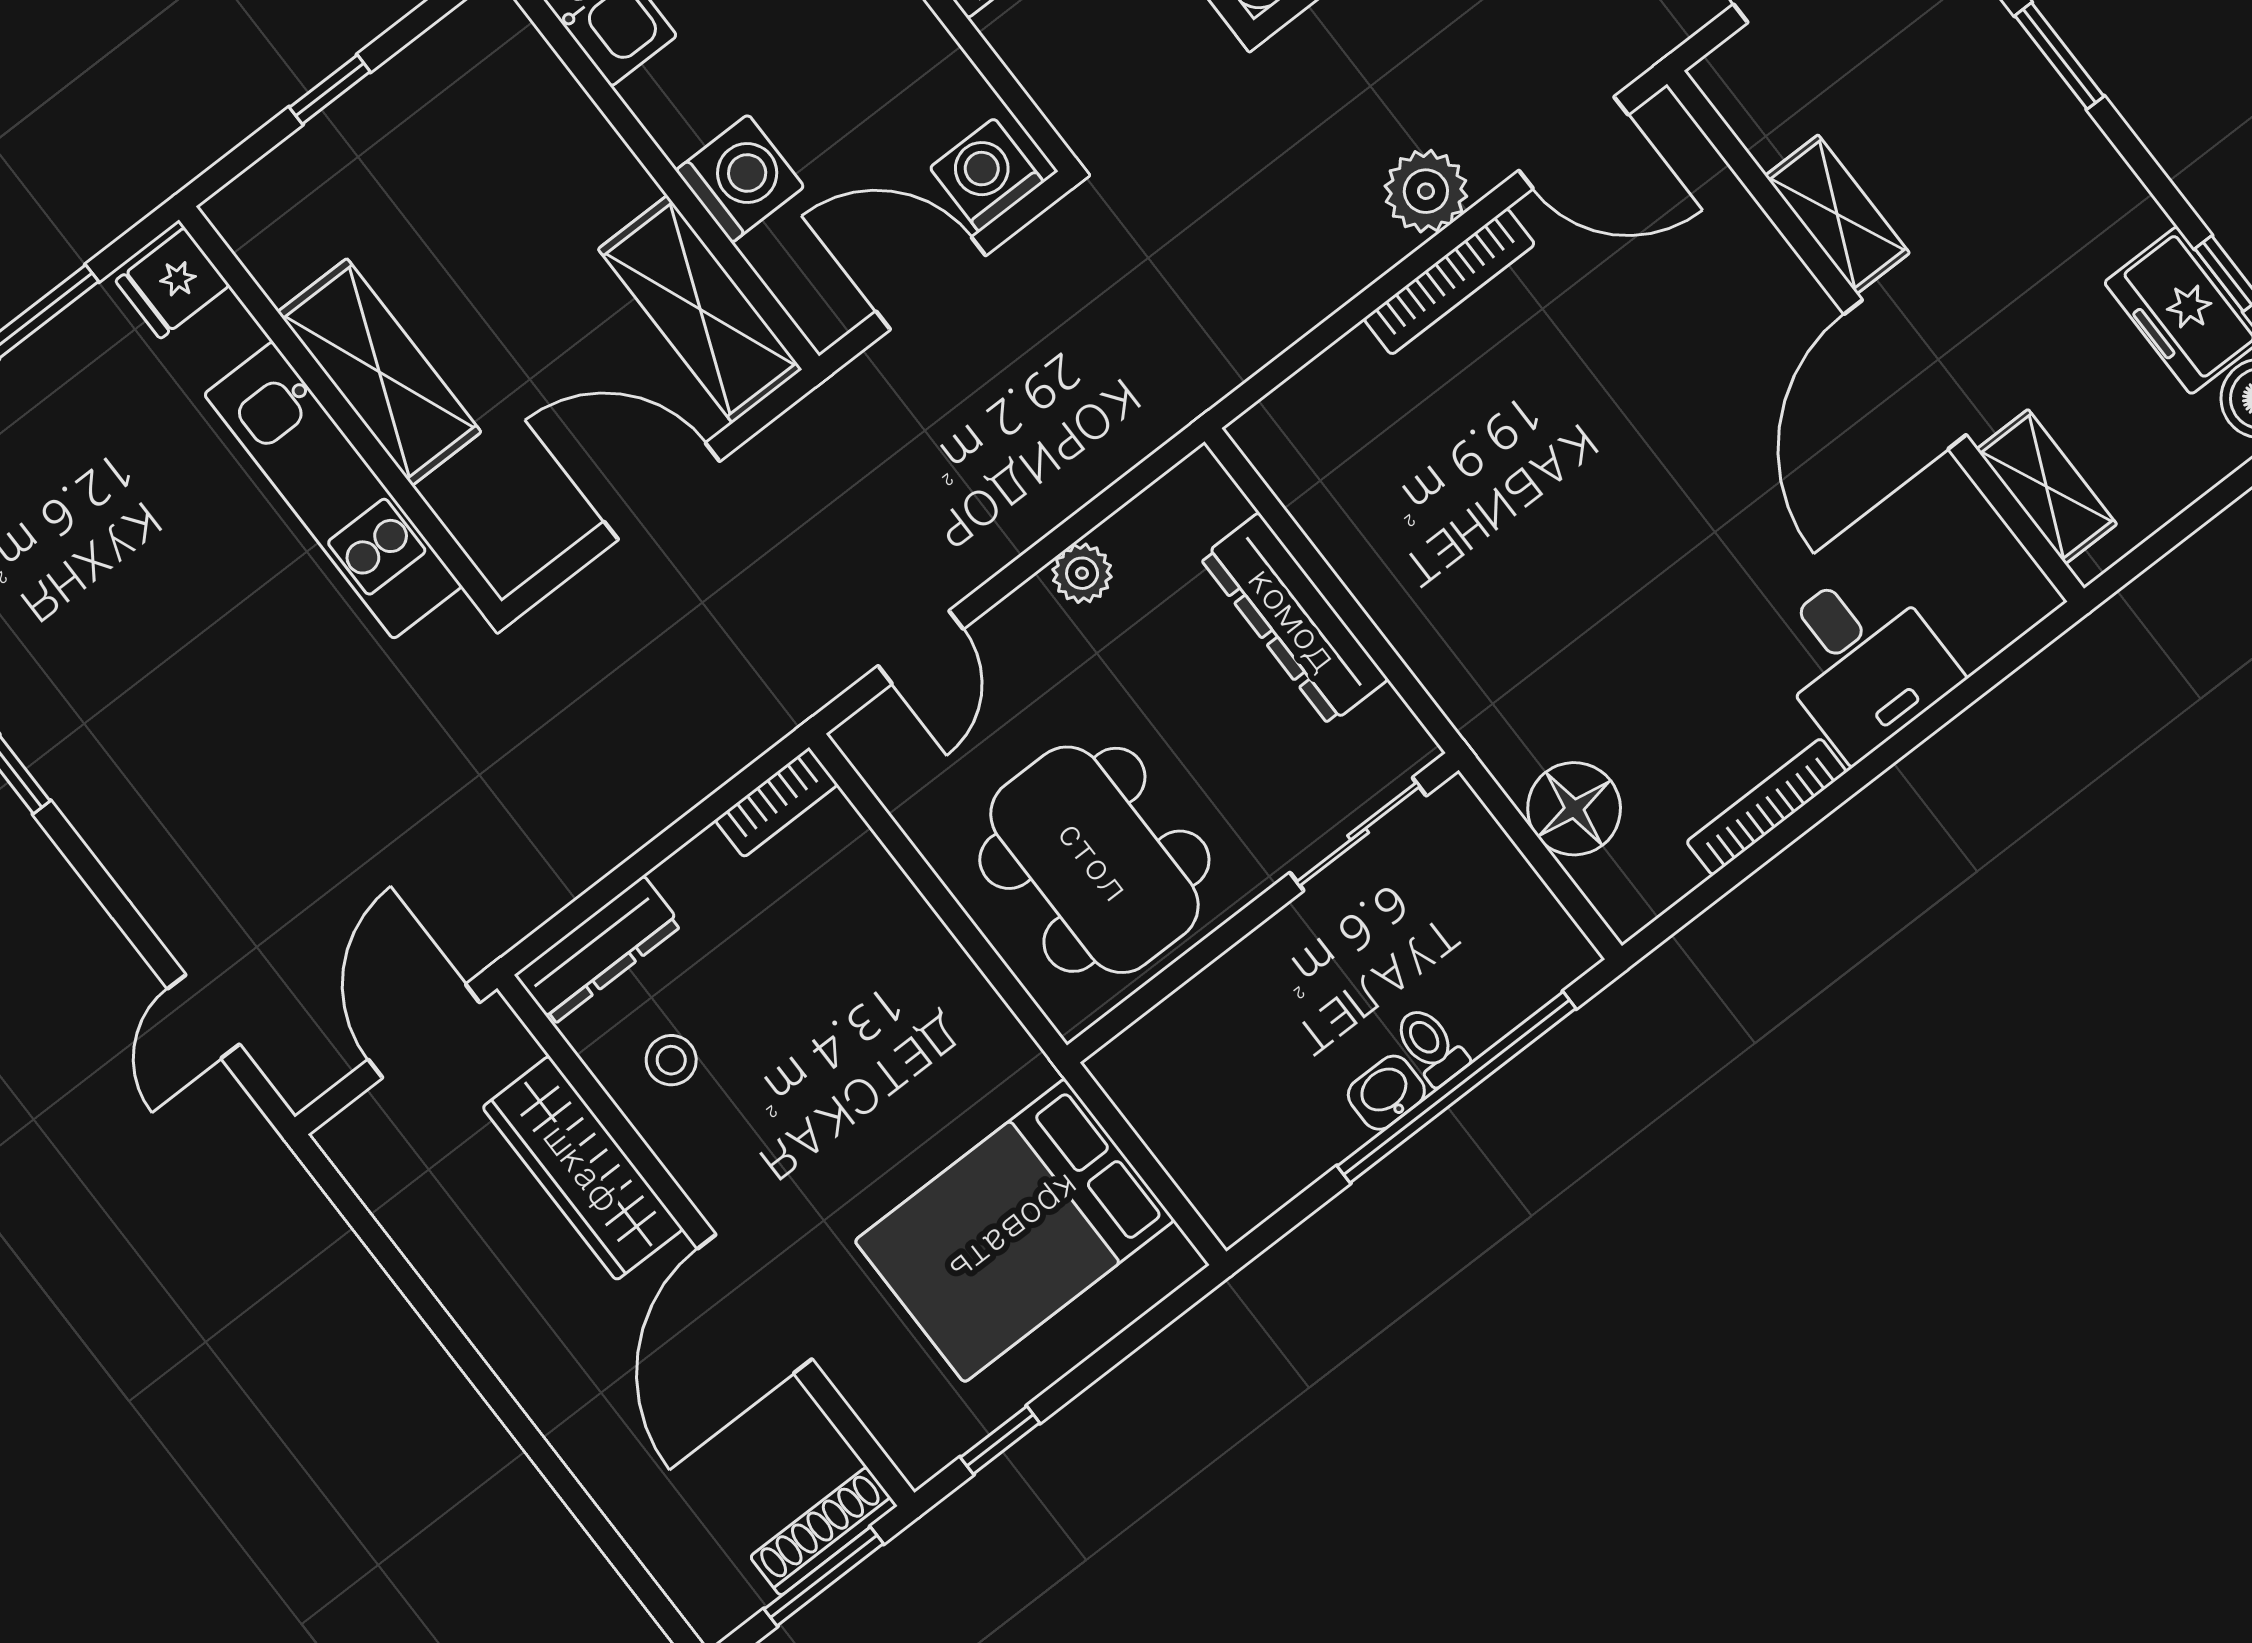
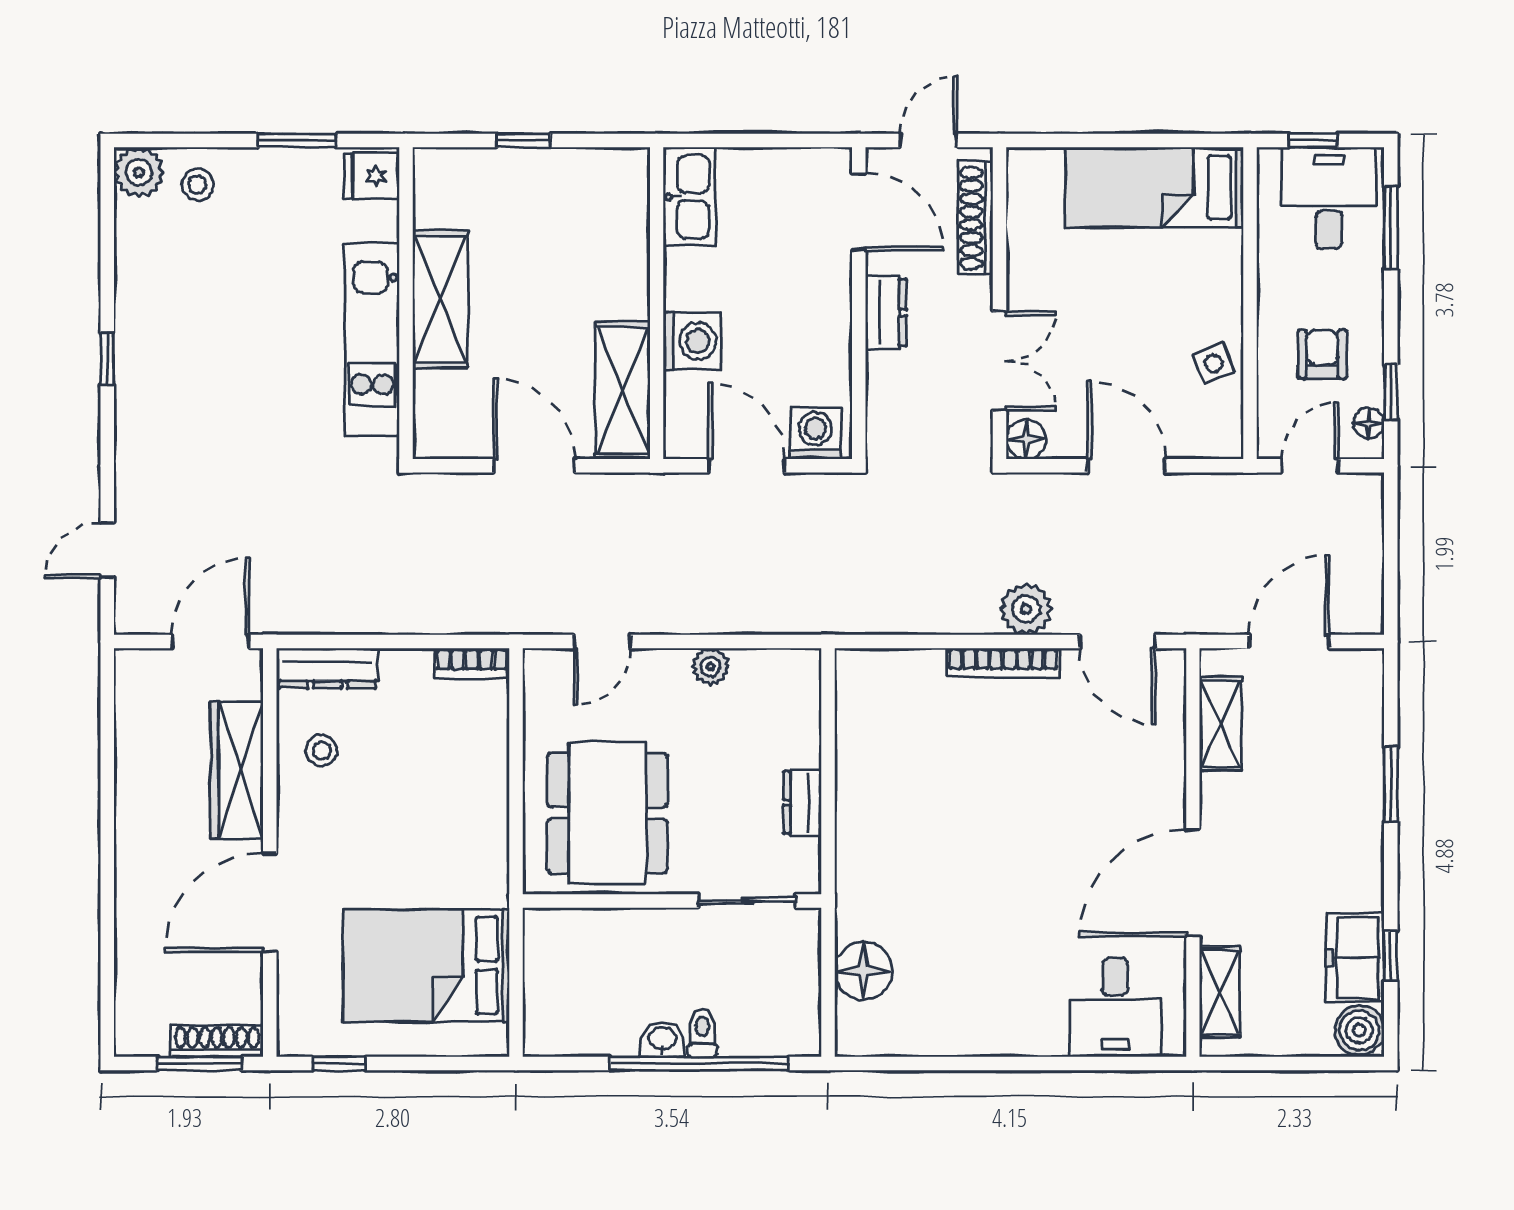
shelving: (1837, 214) -> (1220, 724), moved
dresser: (1294, 619) -> (802, 802), width x0.51, depth x0.80
desk: (1861, 661) -> (1115, 1007), moved
bookcase: (1767, 807) -> (959, 1043), removed

